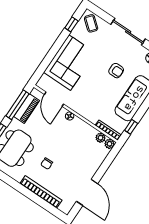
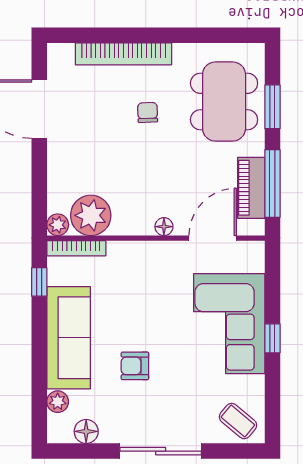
window: (71, 24) -> (272, 338), moved
door: (54, 99) -> (213, 238), hinge flipped
plant: (101, 138) -> (91, 215), width x1.87, depth x1.87

